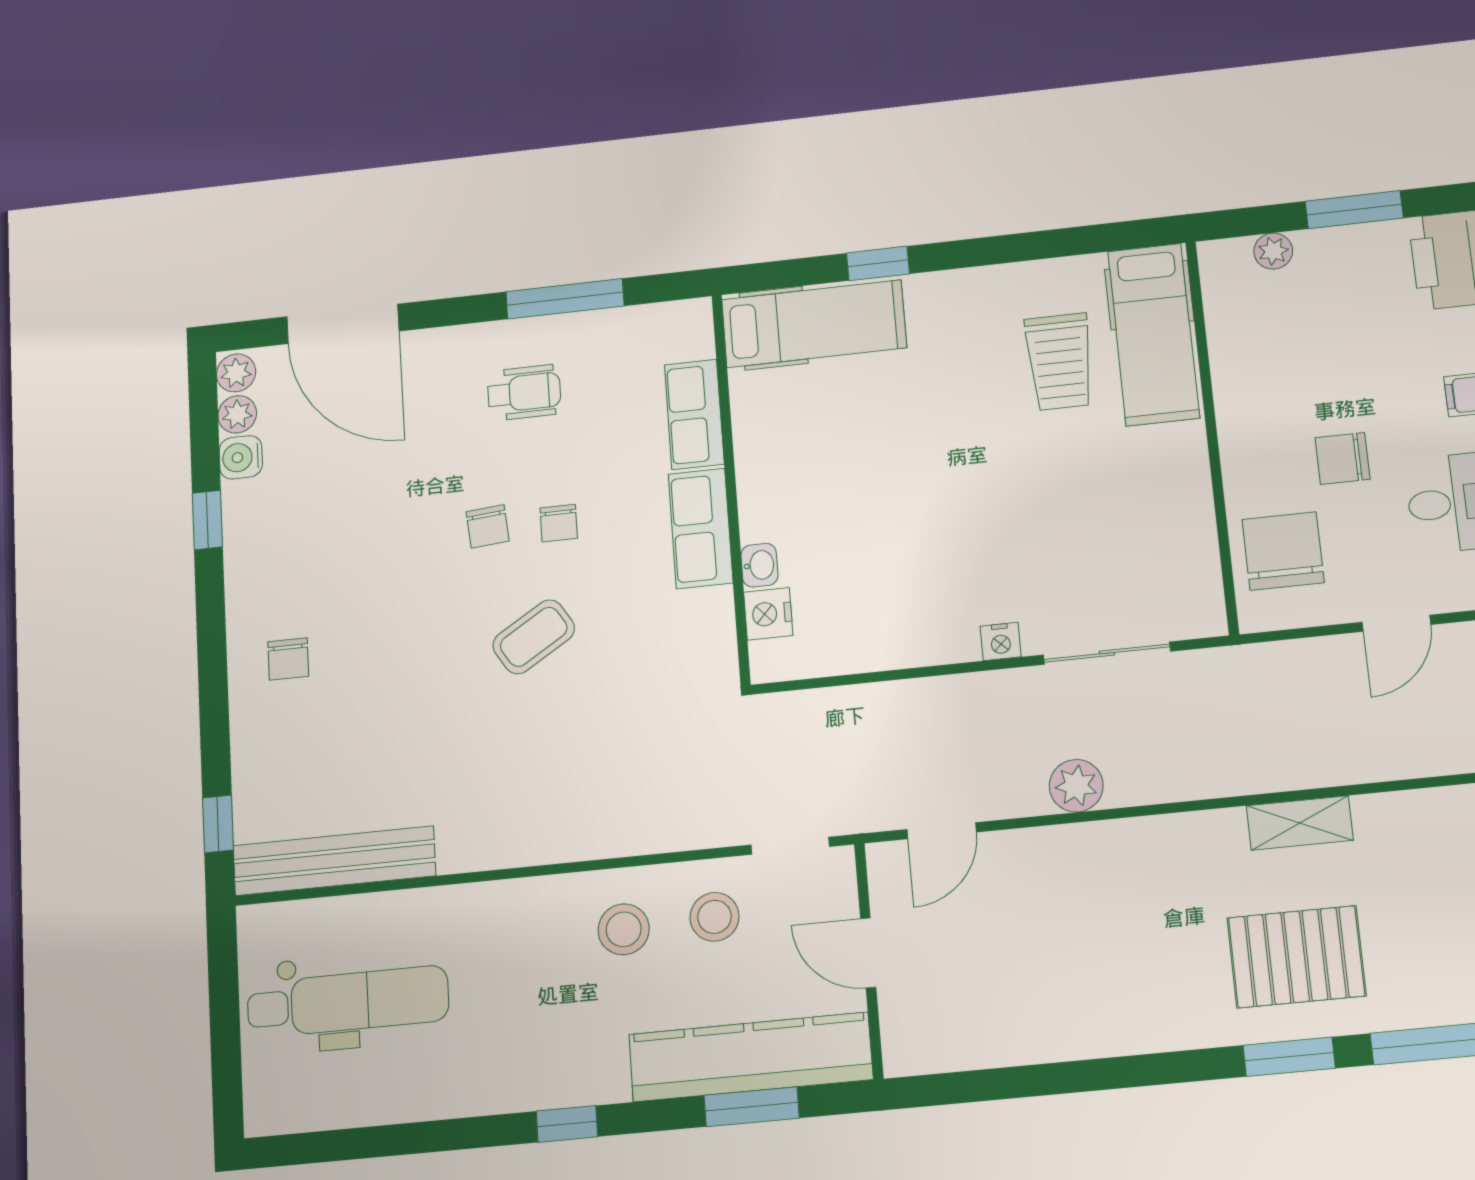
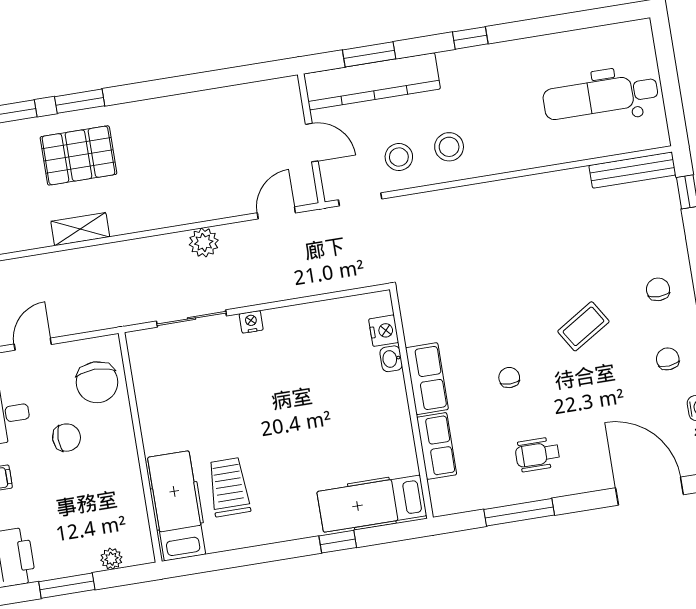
chair: (488, 526) -> (668, 359), moved
coffee table: (534, 637) -> (583, 326), moved
bench: (334, 861) -> (632, 170), width x0.73, depth x0.82

